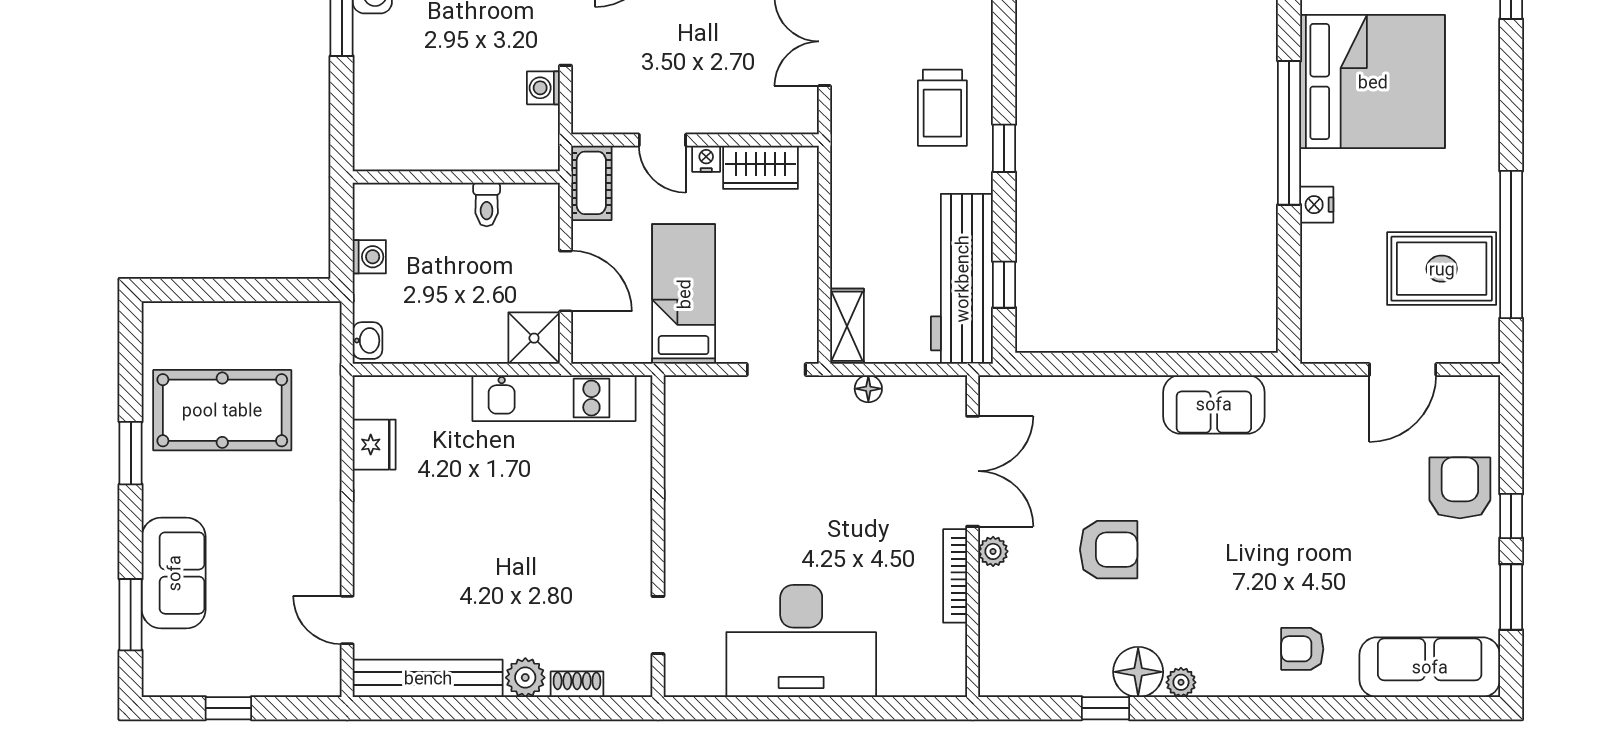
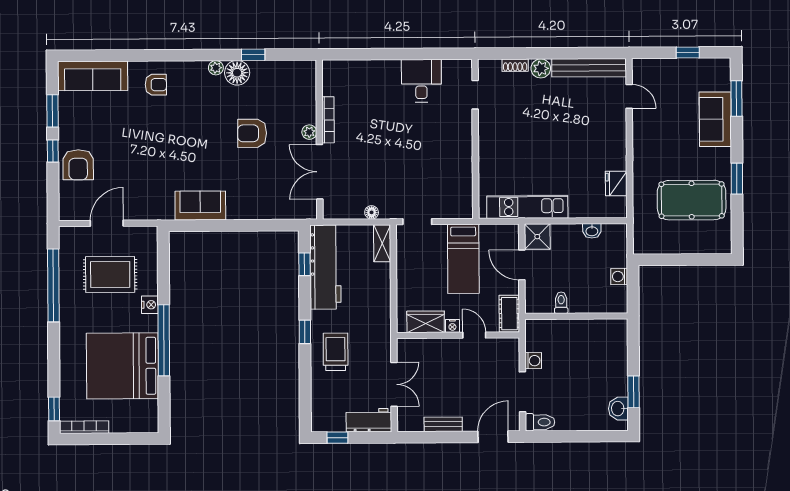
rug: (1442, 269) -> (110, 274), moved
washbasin: (367, 341) -> (592, 231), moved, turned -90
desk: (801, 641) -> (421, 81), width x0.53, depth x0.77

